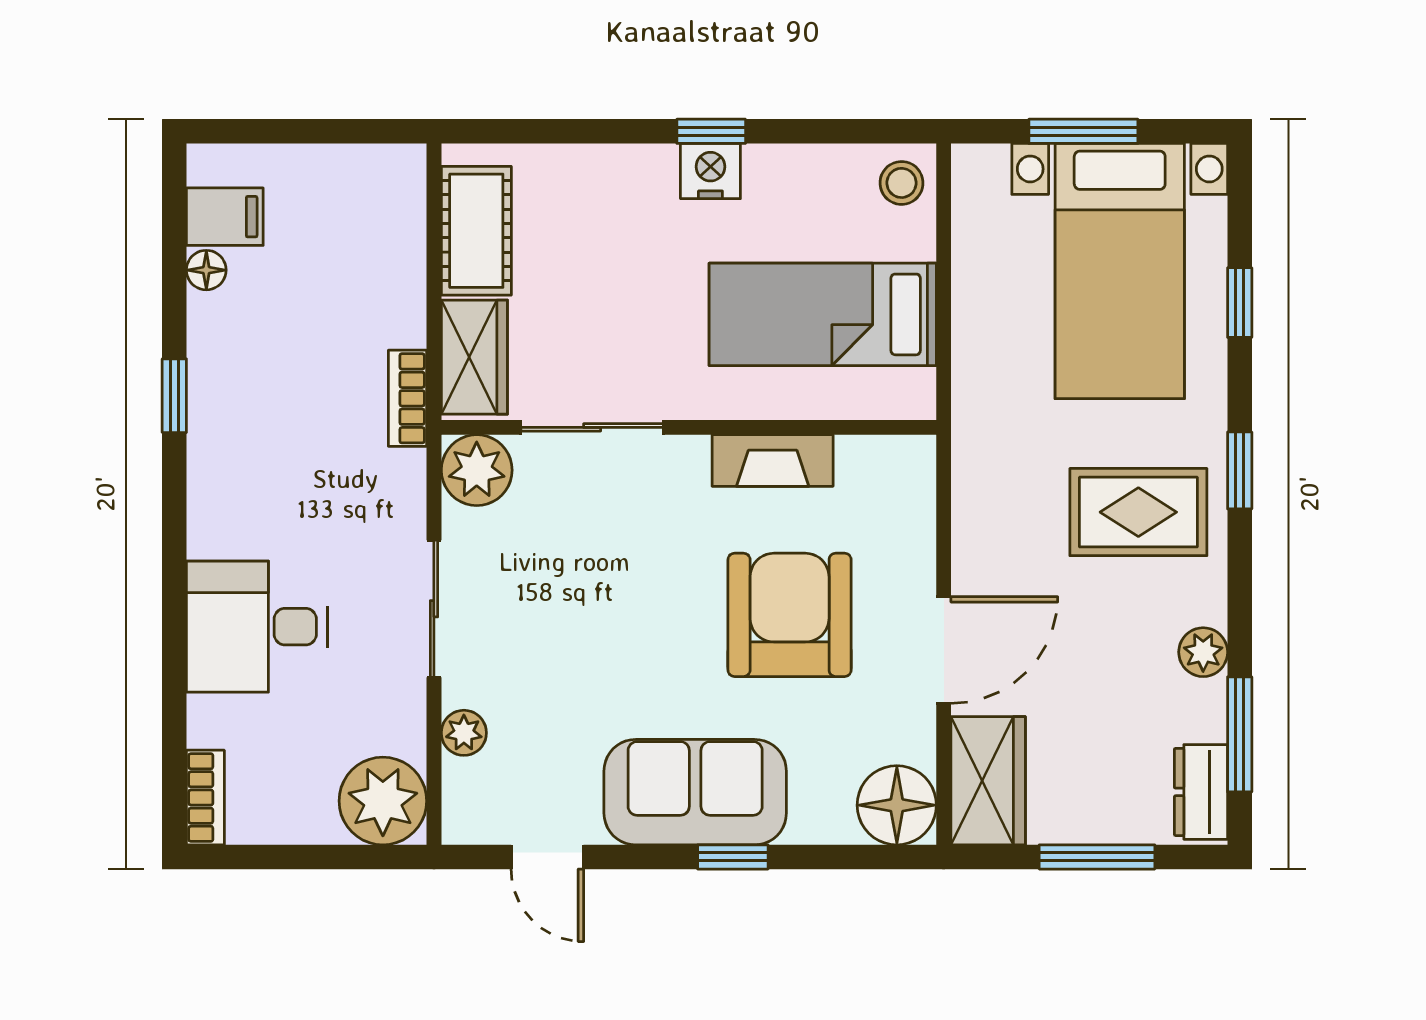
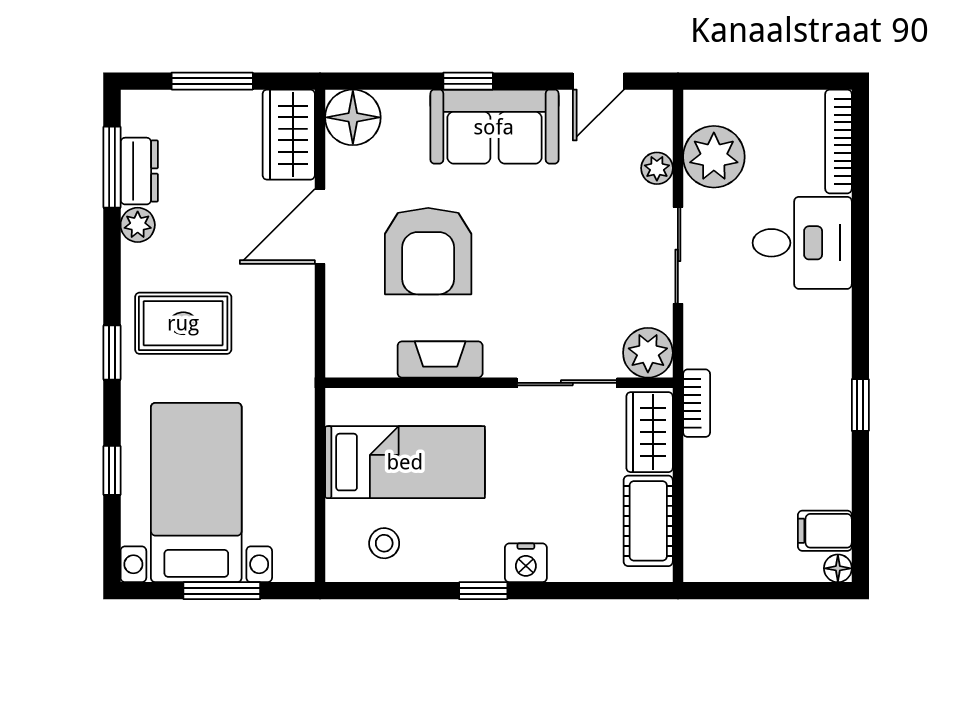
nightstand: (710, 171) -> (526, 563), moved
stool: (902, 183) -> (384, 543), moved
floor lamp: (206, 270) -> (838, 568), moved
dresser: (1201, 792) -> (139, 171), moved
bookcase: (205, 798) -> (838, 141), width x1.56
plant: (383, 801) -> (714, 157), moved
door: (547, 857) -> (598, 81), swing flipped

